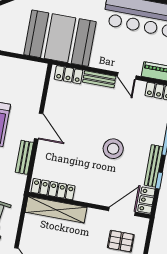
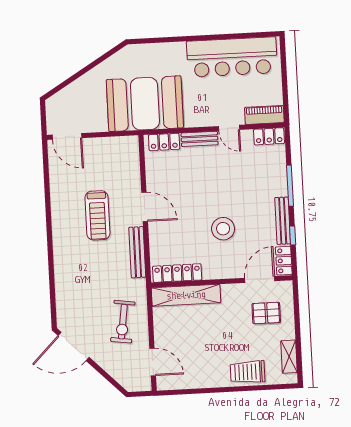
stool: (113, 149) -> (223, 229), moved
bench: (24, 157) -> (137, 252), width x1.36

